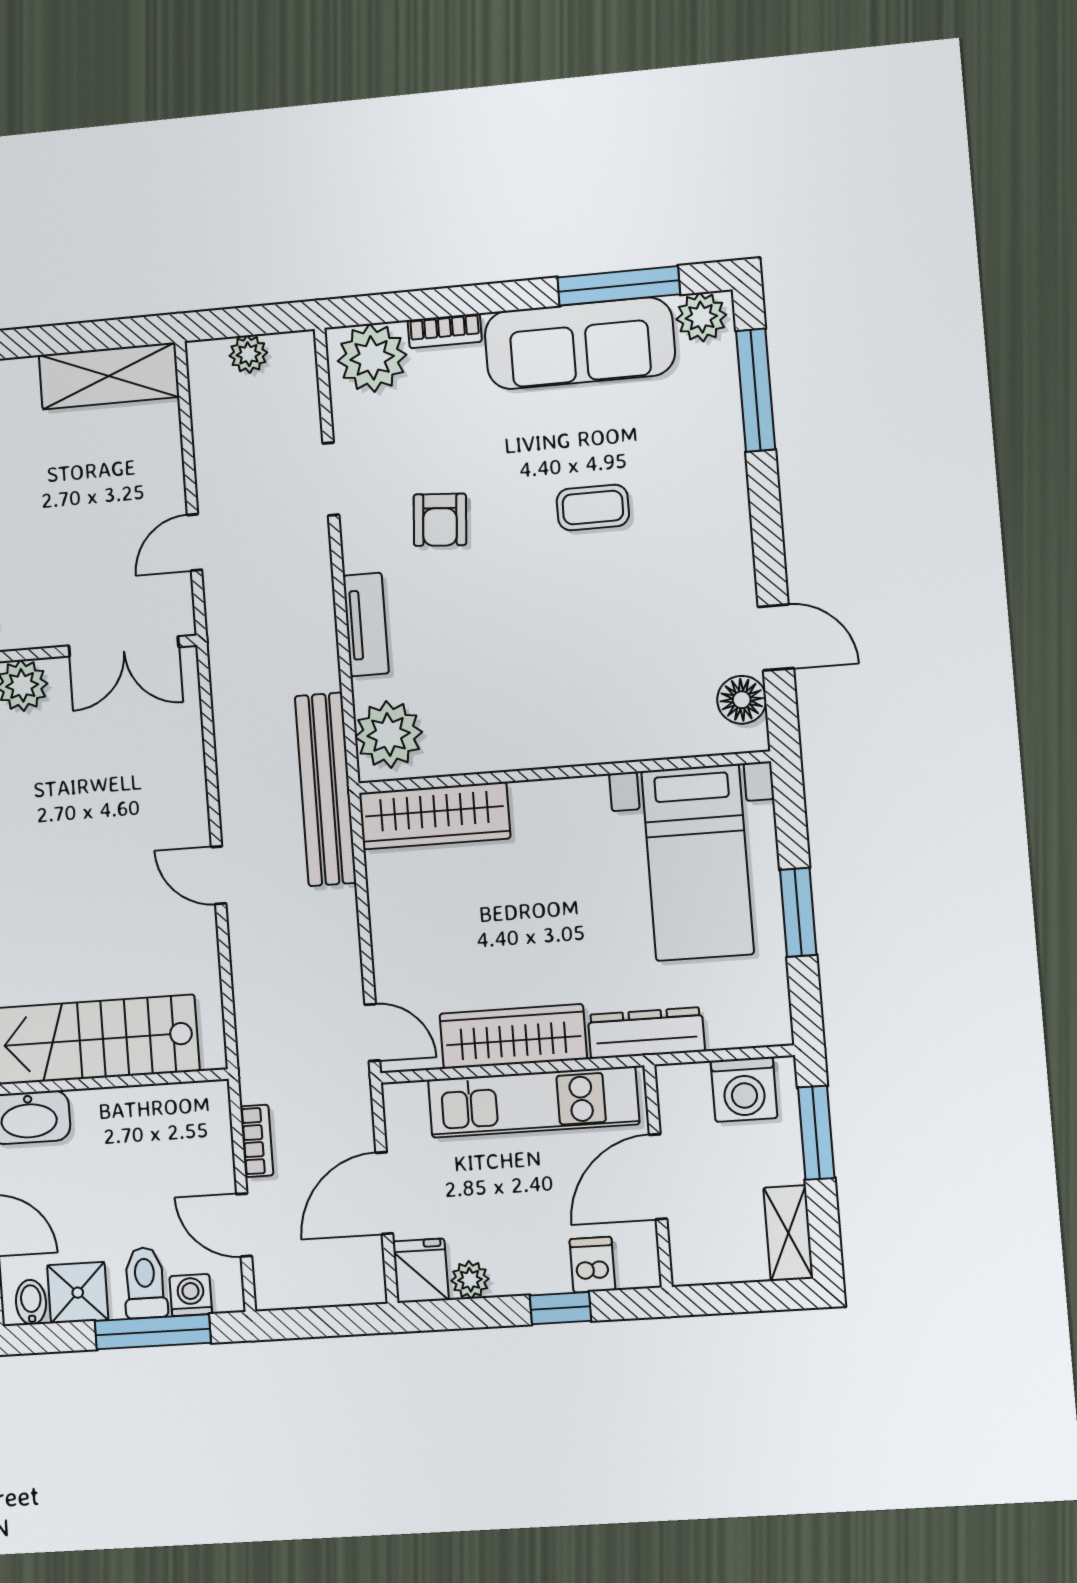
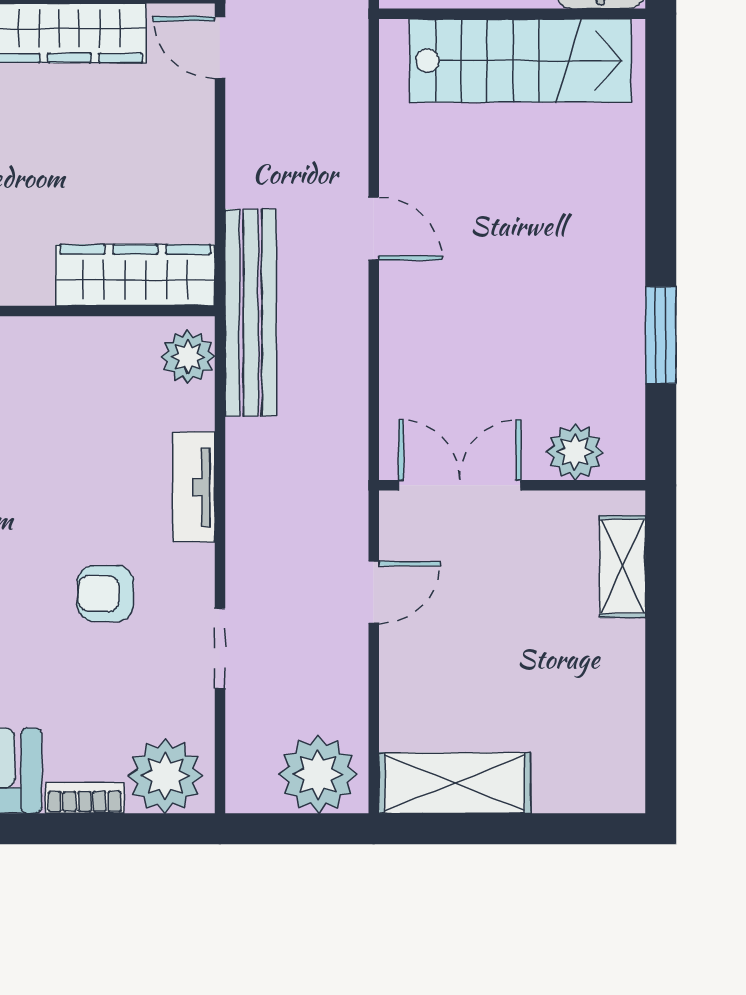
plant: (248, 354) -> (318, 774), width x1.87, depth x1.87
armchair: (440, 520) -> (105, 594), turned -94
plant: (389, 734) -> (188, 357), width x0.73, depth x0.73

